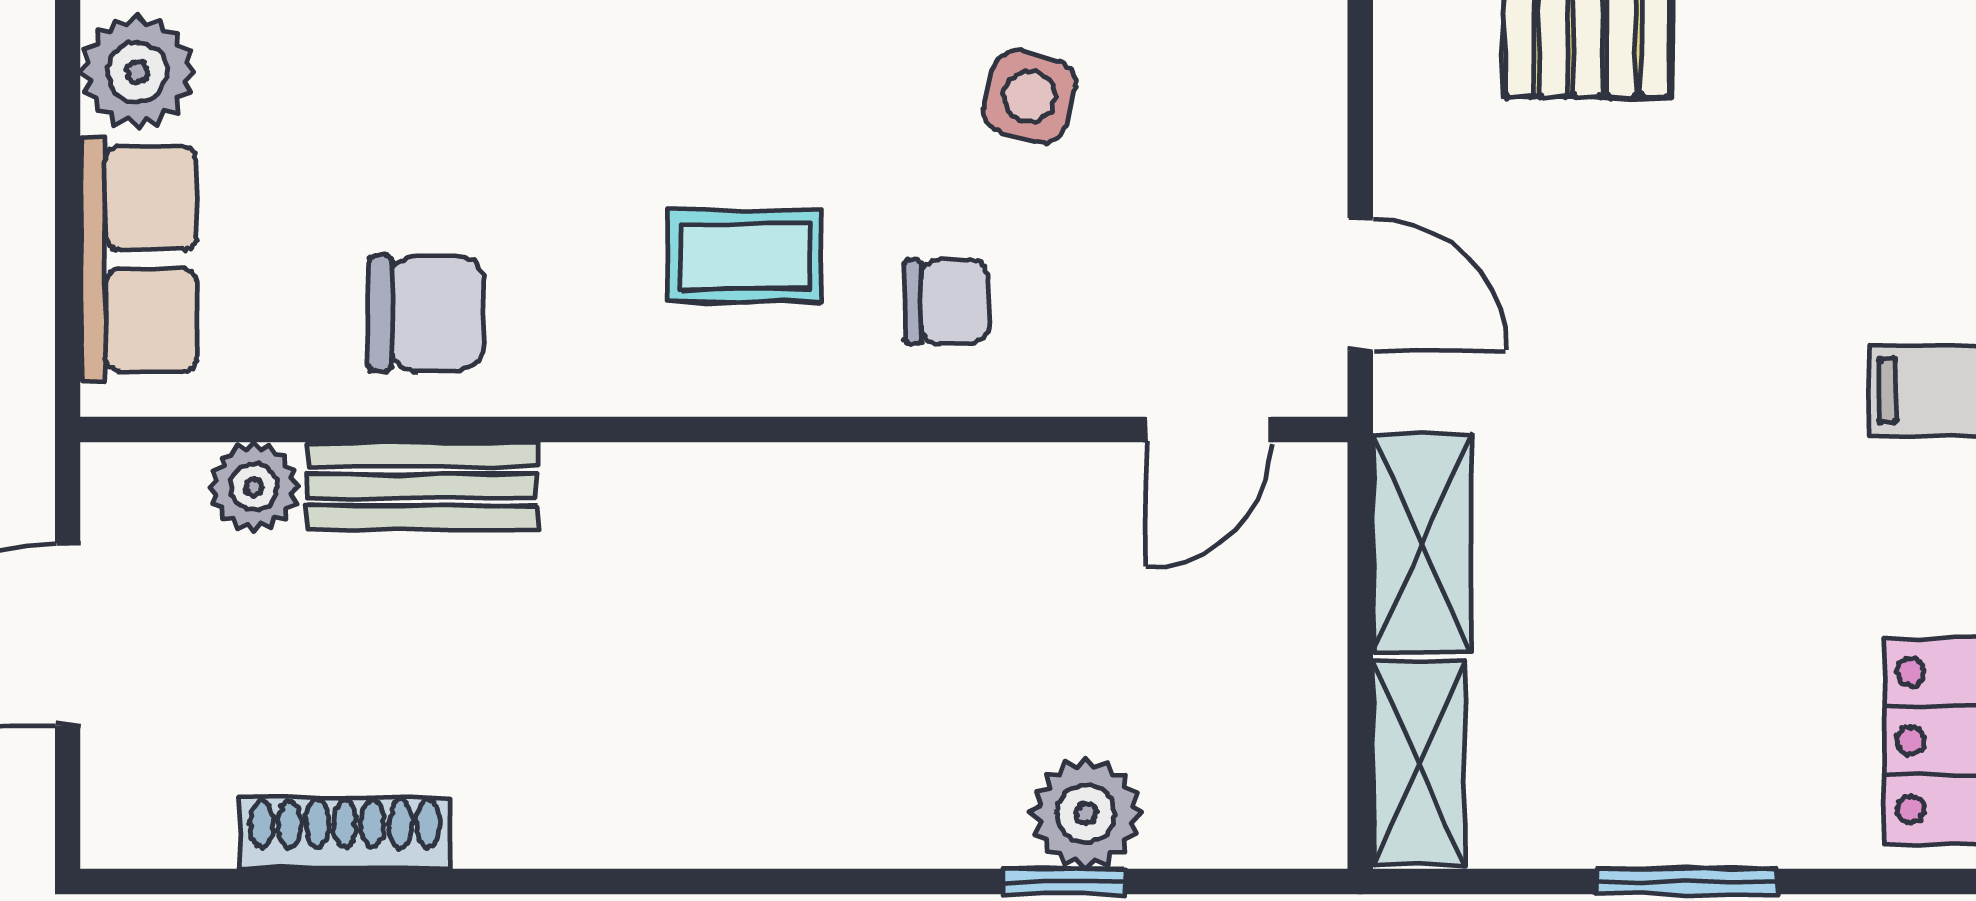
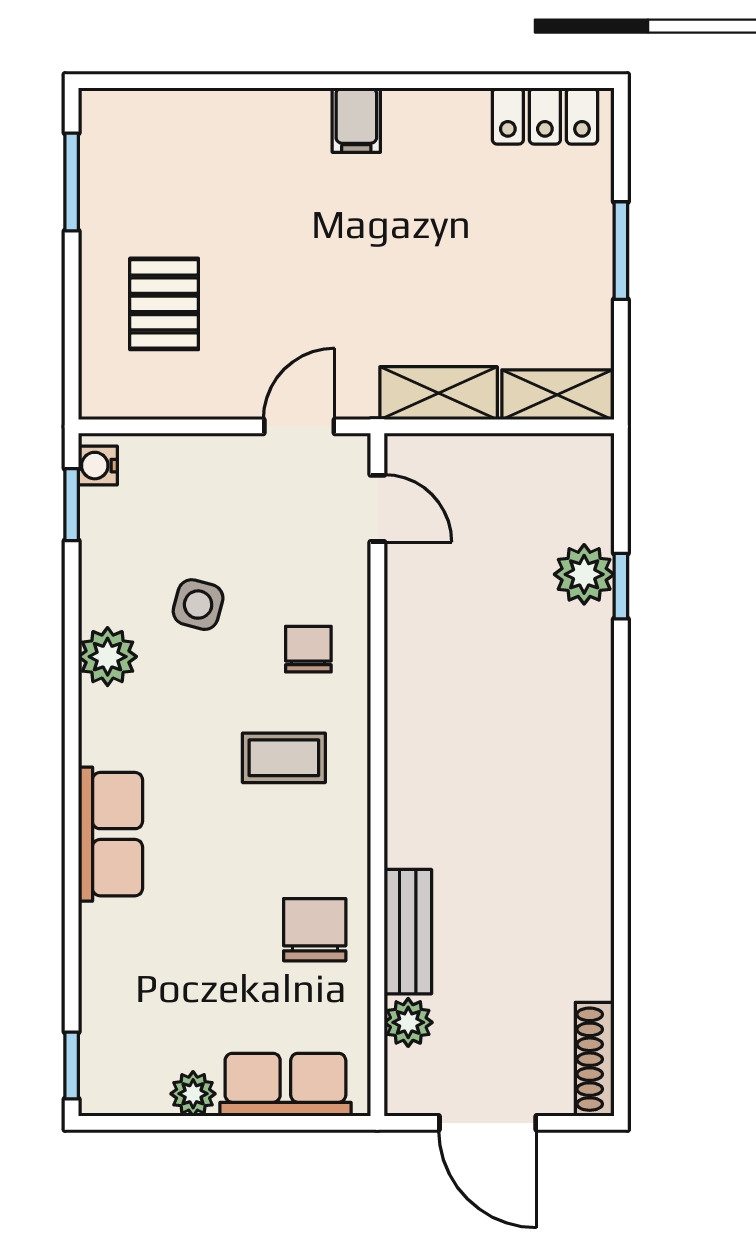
plant: (137, 72) -> (193, 1094), width x0.73, depth x0.73
coffee table: (745, 256) -> (284, 758), turned 90
shoe rack: (345, 833) -> (595, 1059), moved

